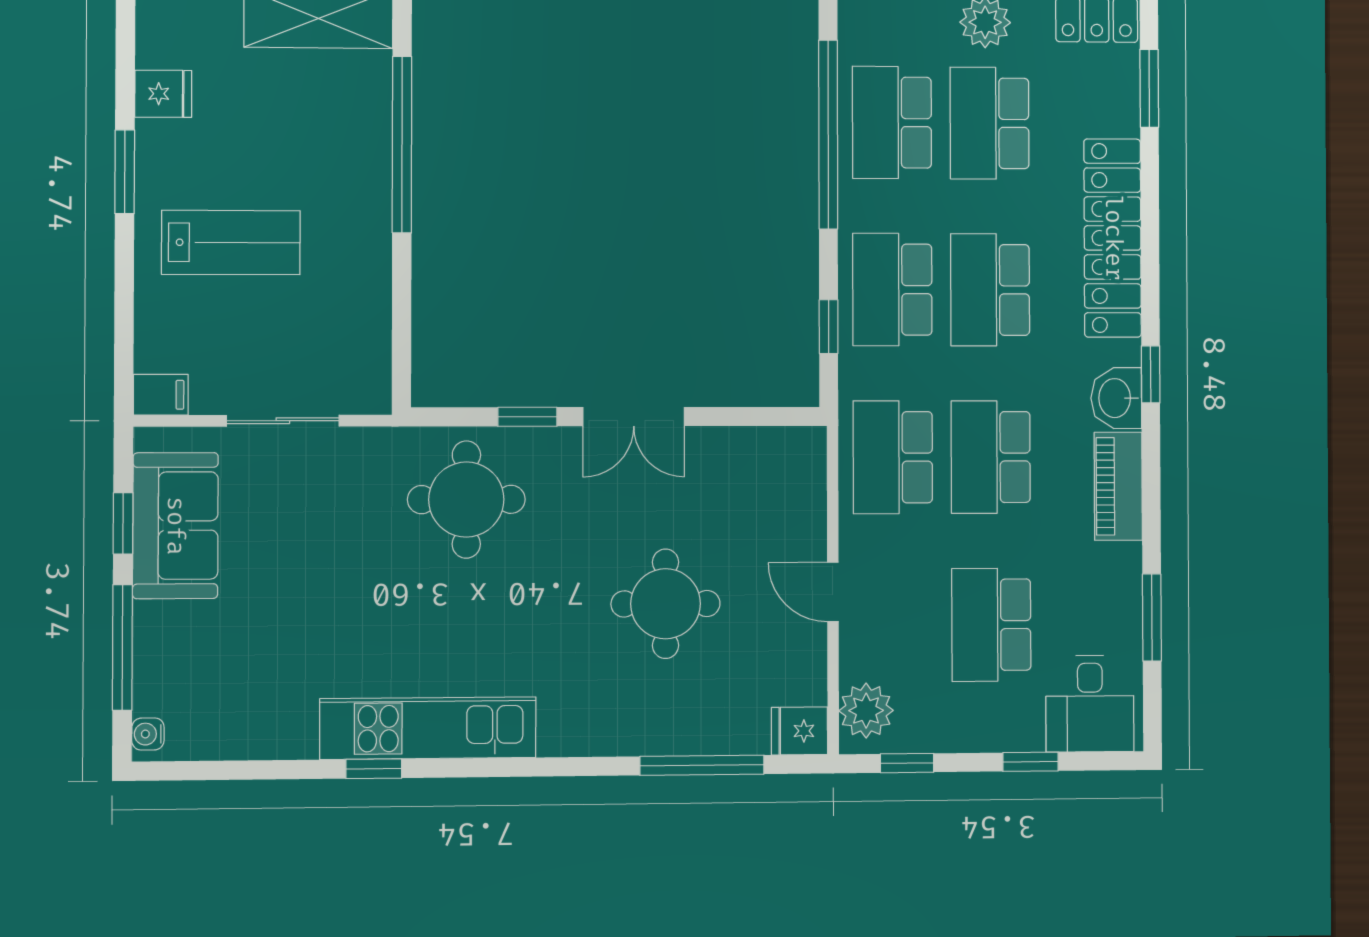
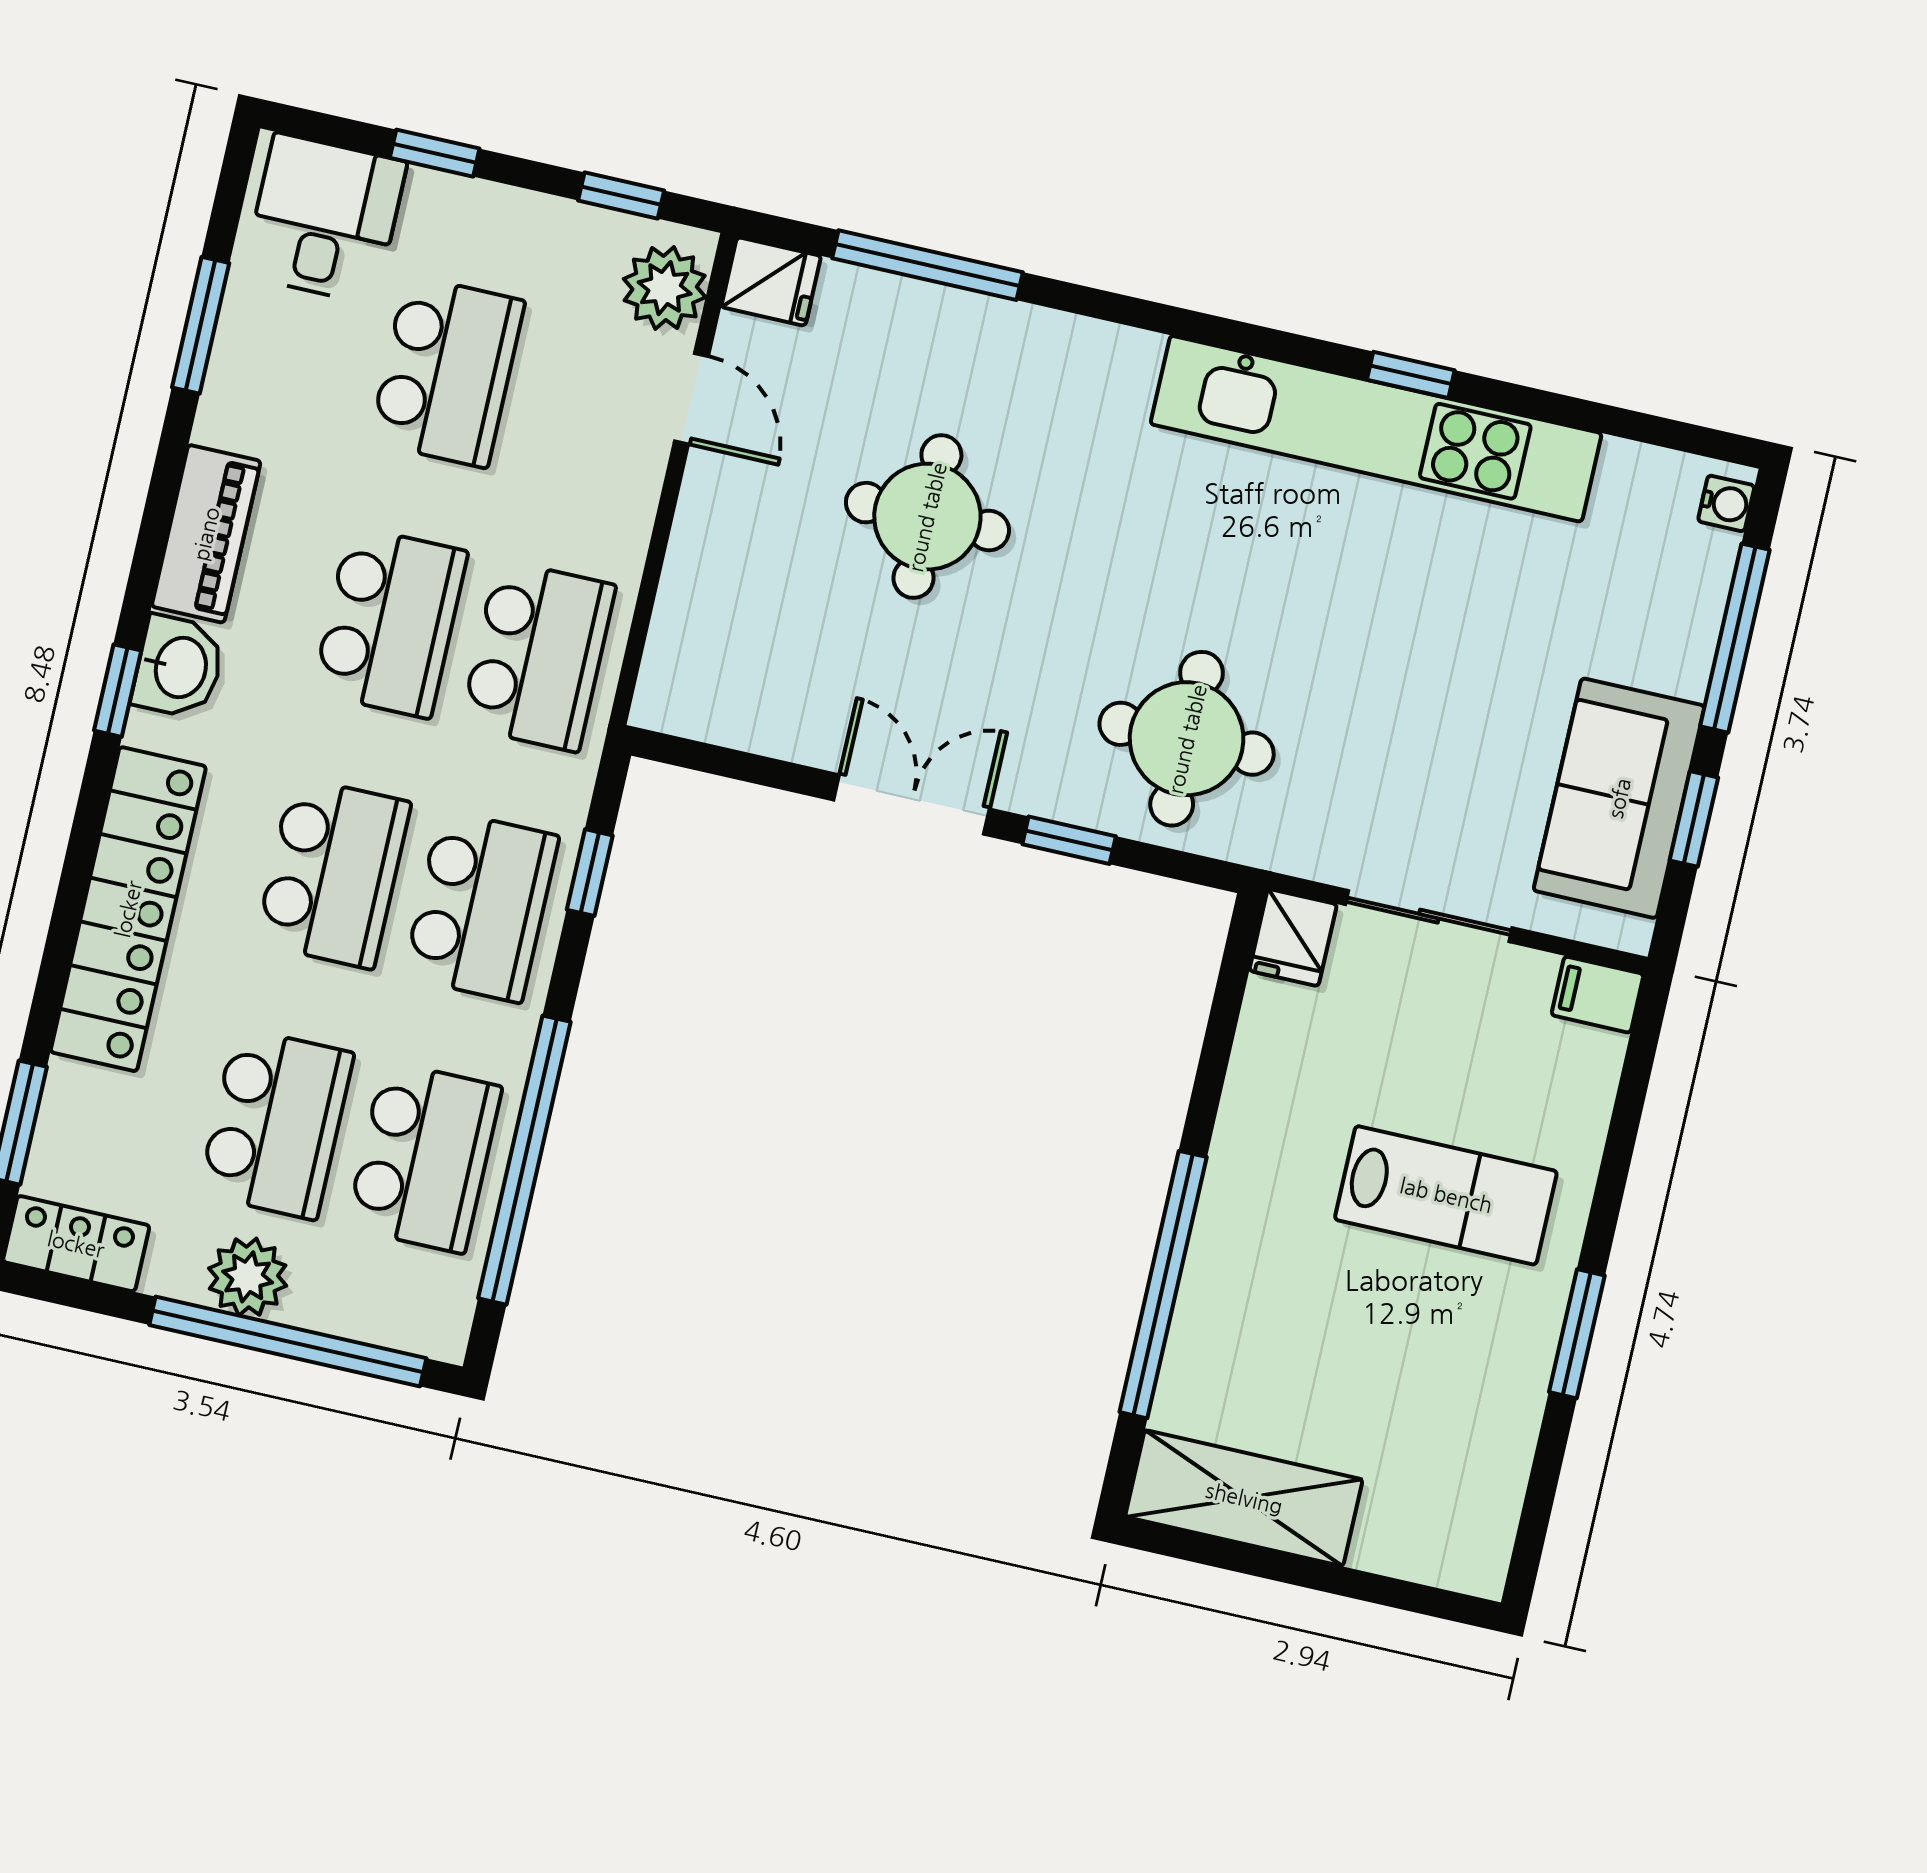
fridge: (163, 94) -> (1293, 937), moved, turned -90
lab bench: (231, 242) -> (1446, 1195), turned 180
door: (833, 592) -> (692, 399), moved
kitchen unit: (428, 728) -> (1376, 429), width x1.36

